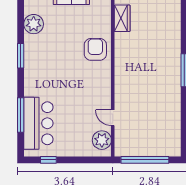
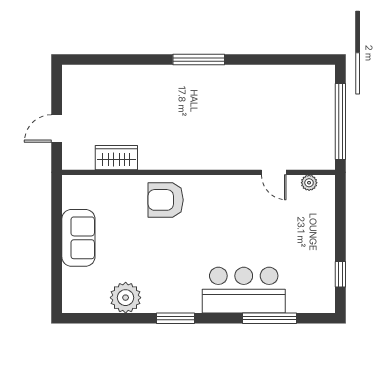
door: (113, 118) -> (274, 172), hinge flipped
bar counter: (38, 123) -> (244, 290), moved
plant: (102, 140) -> (309, 183), width x0.53, depth x0.53

